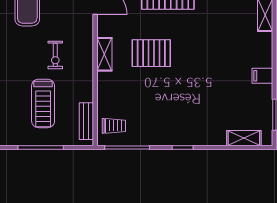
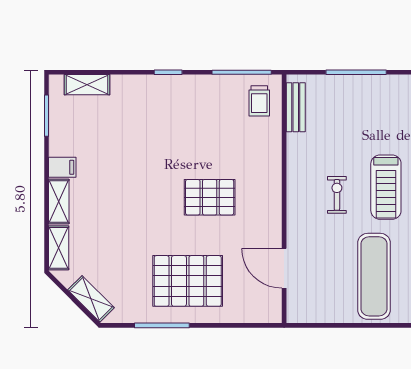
shelving: (104, 54) -> (59, 202), moved
treadmill: (43, 103) -> (386, 187), moved, turned 180
trolley: (114, 126) -> (259, 101), turned -90

